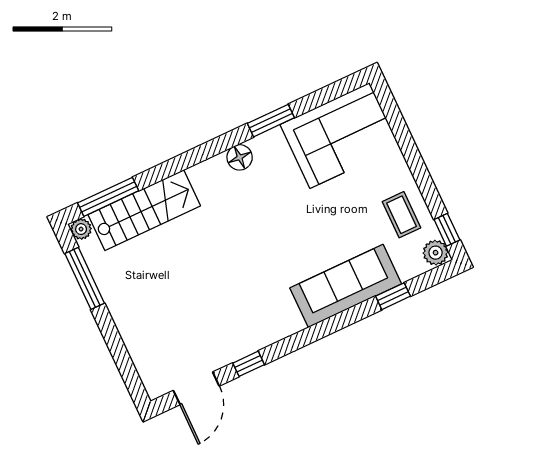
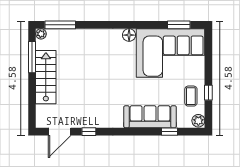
window: (271, 121) -> (179, 25), moved
corner sofa: (340, 136) -> (171, 53), width x1.36, depth x1.36
stairs: (144, 210) -> (46, 77), moved, turned -90
window: (447, 230) -> (208, 93), moved

